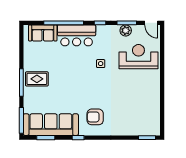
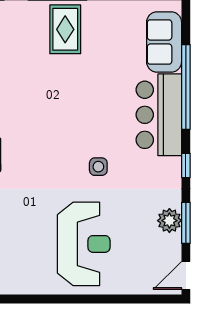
reception desk: (138, 57) -> (84, 244), moved

